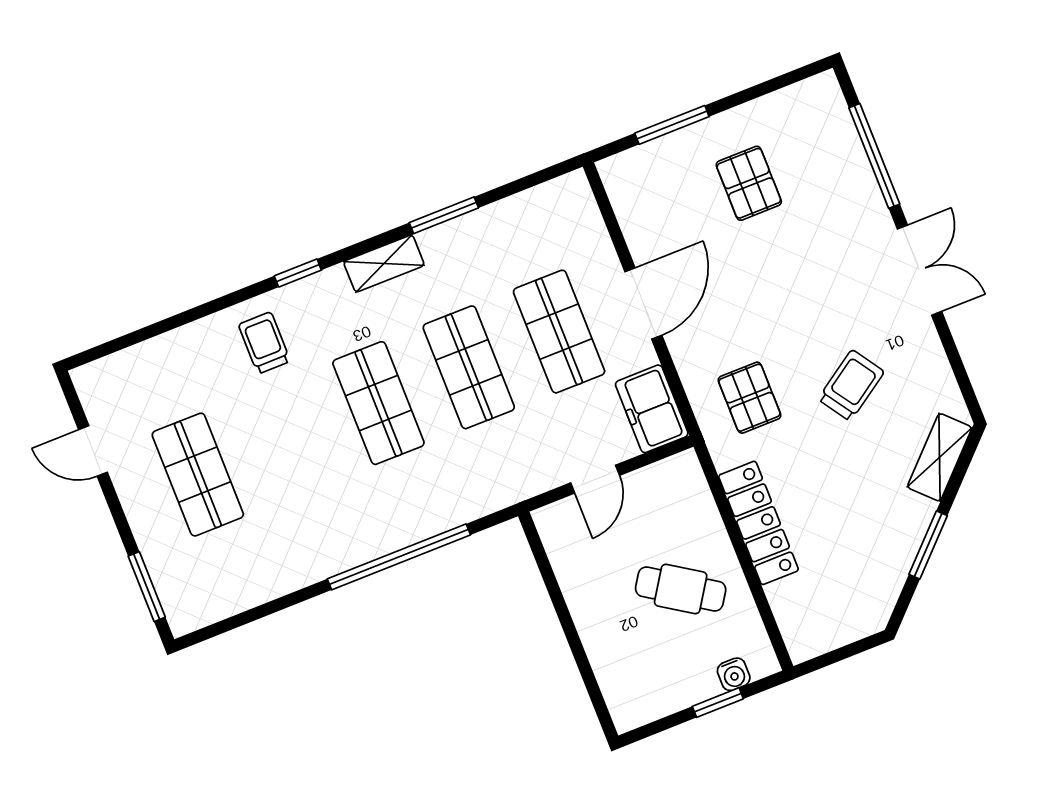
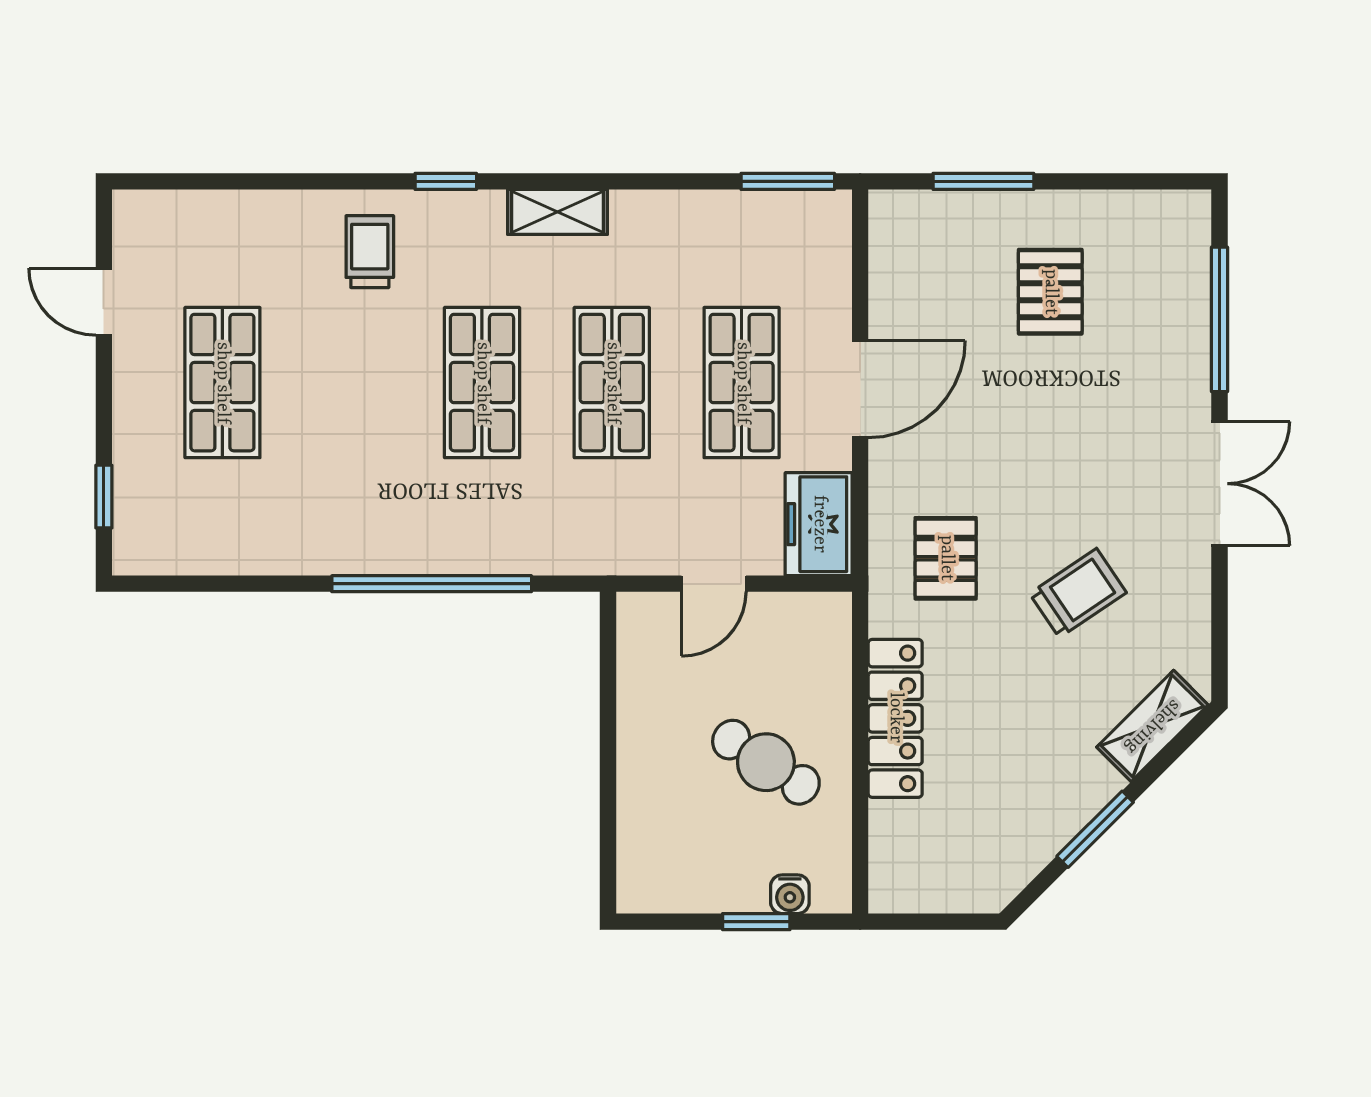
window: (444, 215) -> (788, 181), moved
window: (147, 587) -> (104, 497), width x0.67

